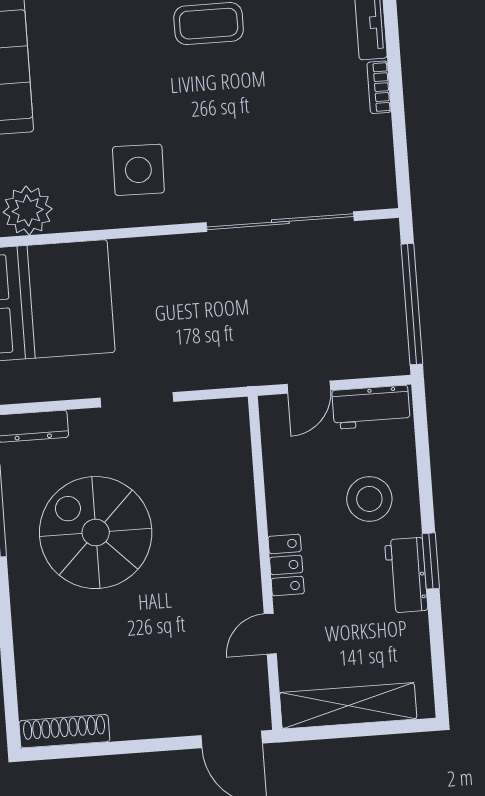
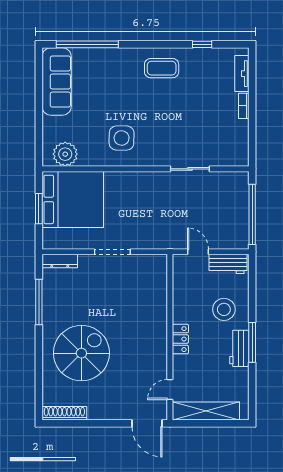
sliding door: (280, 222) -> (190, 169), width x0.54
door: (309, 387) -> (198, 252), swing flipped
spiral stairs: (96, 533) -> (81, 353), moved, turned 90
window: (431, 561) -> (252, 342), width x1.44
door: (270, 634) -> (170, 390), moved

